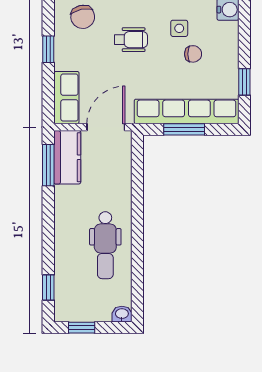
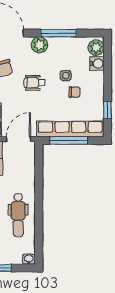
wheelchair: (131, 40) -> (35, 83), turned 180
window: (184, 129) -> (69, 141), width x1.44

